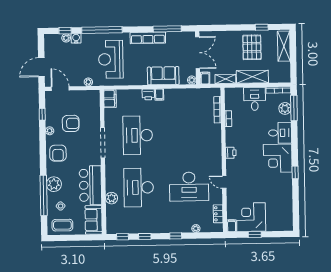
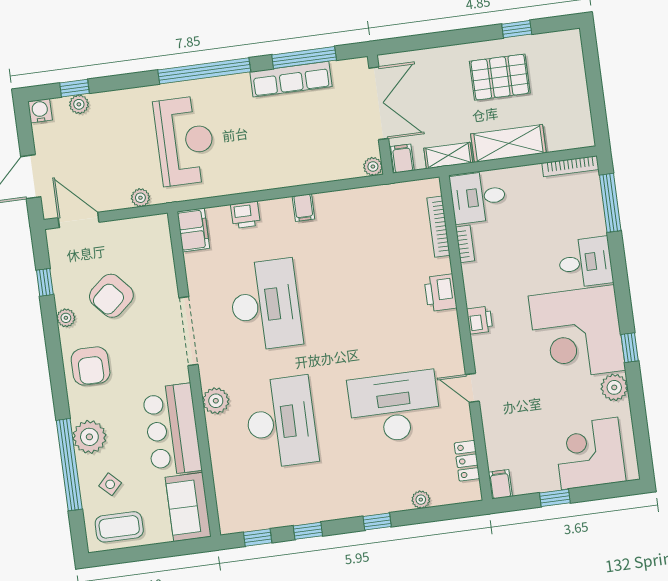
window: (102, 30) -> (204, 71), moved
water cooler: (76, 38) -> (40, 111), moved
row of seats: (148, 38) -> (291, 79), moved
shelving: (284, 46) -> (571, 66), removed
pallet: (252, 47) -> (500, 77), turned 90
reception desk: (111, 59) -> (185, 141), turned 180
sofa: (163, 76) -> (307, 164), removed
printer: (148, 94) -> (245, 215), moved
desk: (255, 99) -> (478, 197), moved, turned -90
plant: (285, 108) -> (614, 387), moved
armchair: (71, 123) -> (111, 296), turned 139
desk: (138, 135) -> (265, 305), turned 180
printer: (215, 139) -> (440, 293), added
corner desk: (278, 158) -> (577, 333), width x1.36, depth x1.36
desk: (139, 187) -> (281, 422), turned 180
desk: (189, 187) -> (394, 407), turned 180
plant: (112, 198) -> (216, 401), moved
corner desk: (251, 217) -> (590, 453), moved

